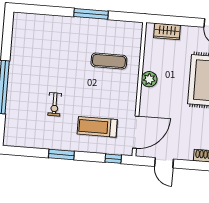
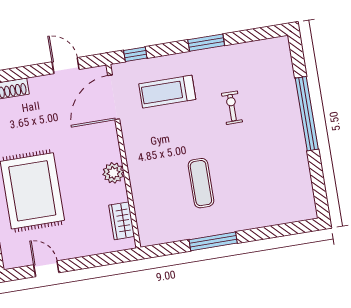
wardrobe: (167, 31) -> (122, 221), moved, turned -90
exercise mat: (109, 61) -> (201, 183), moved, turned 90
treadmill: (97, 127) -> (167, 92), turned 180

